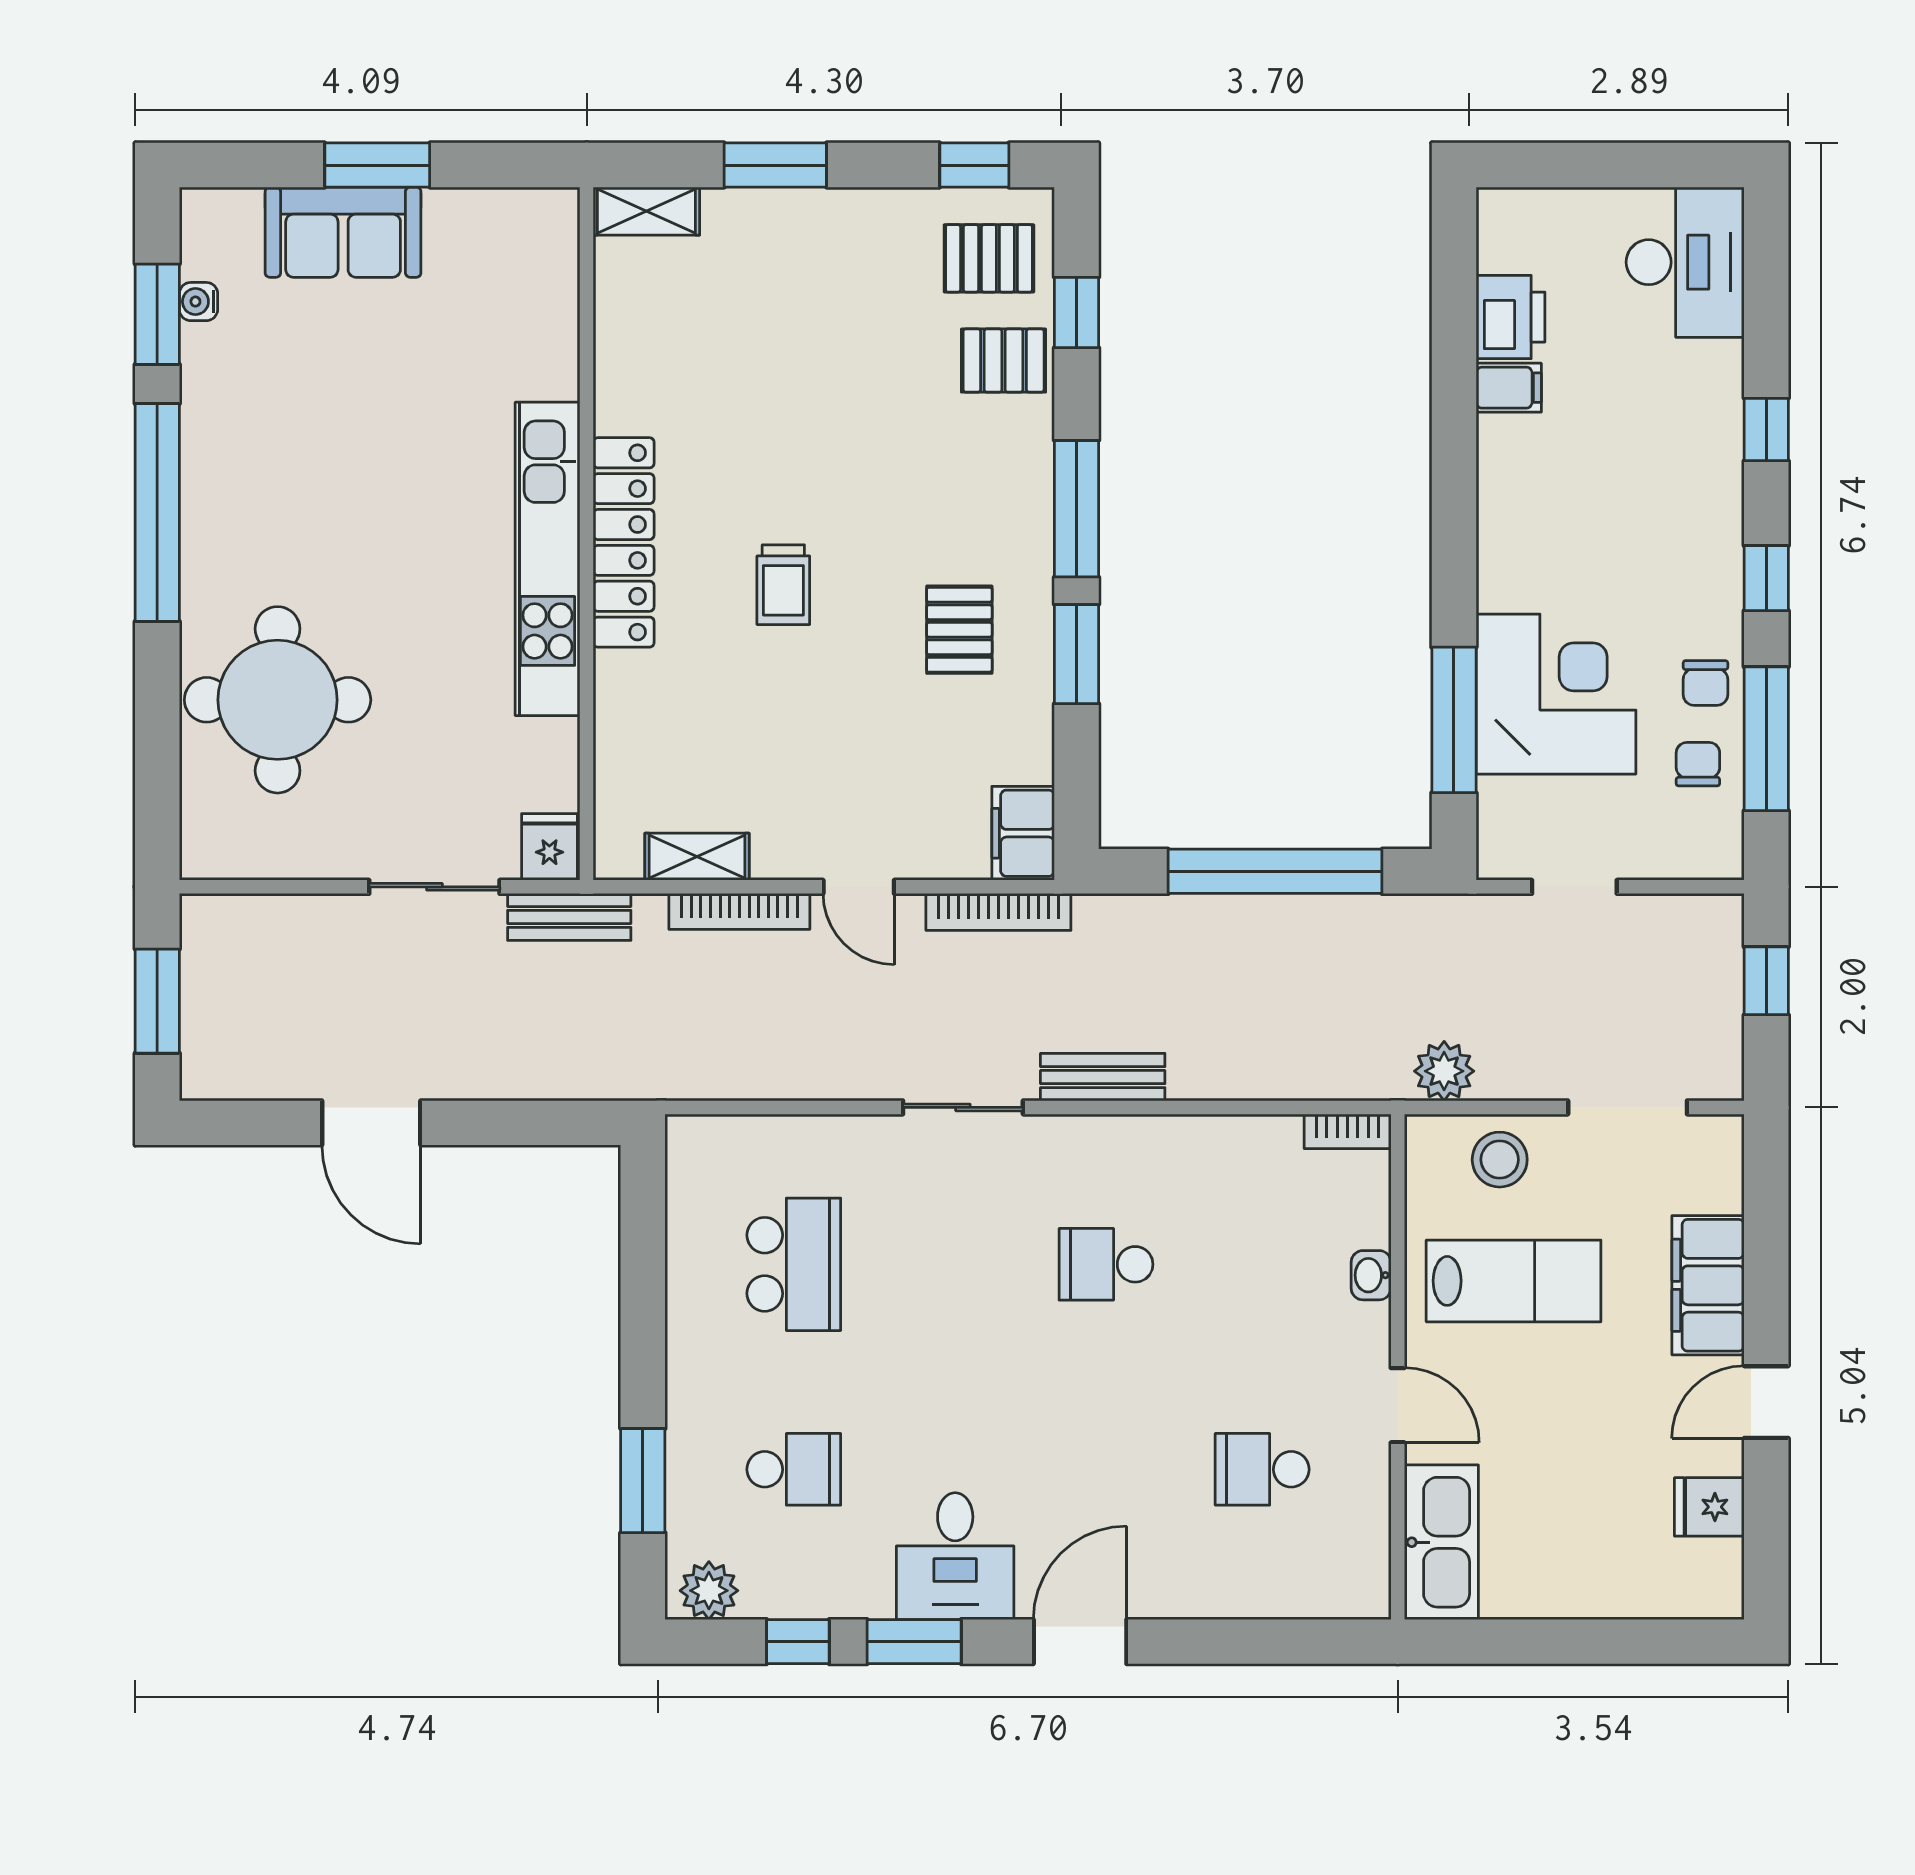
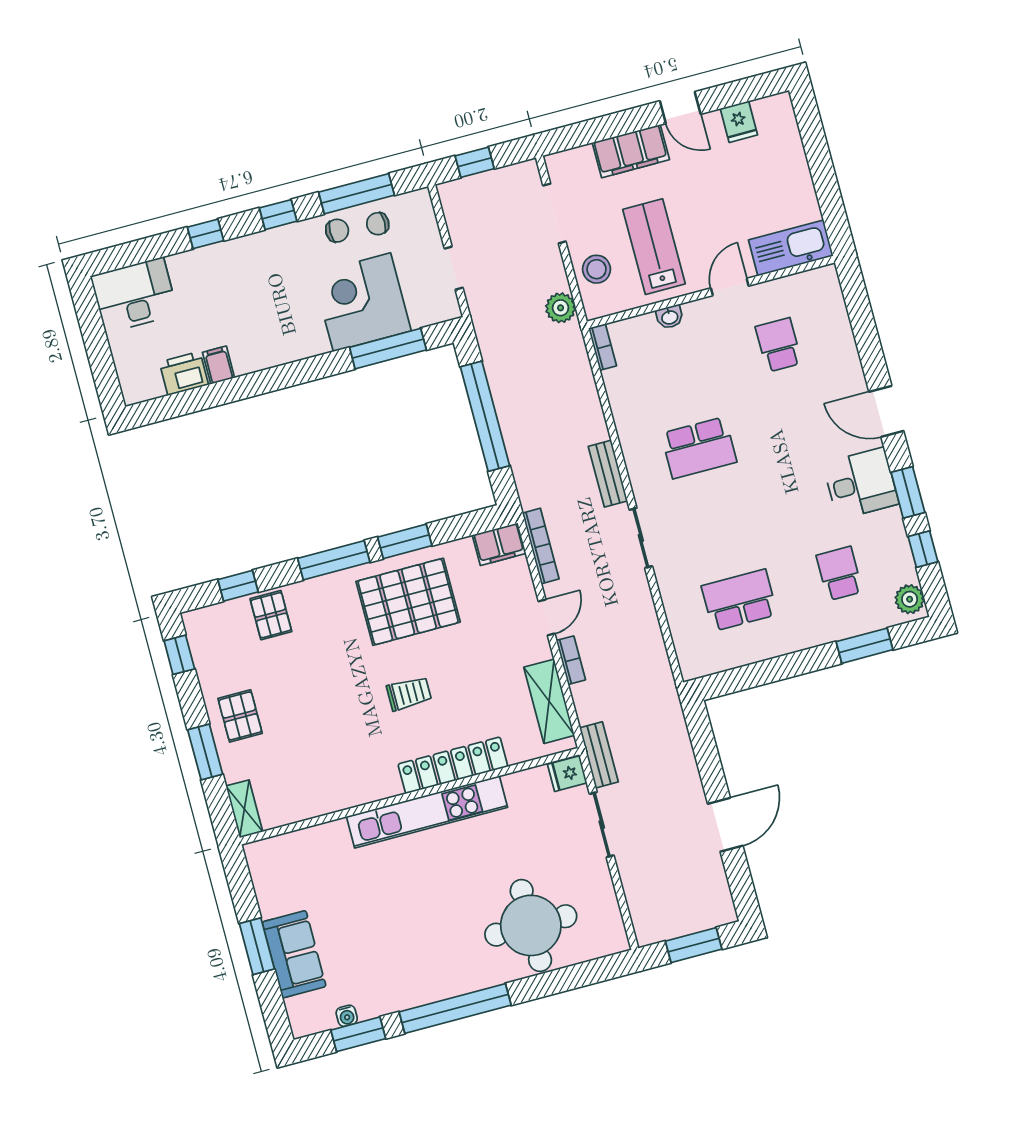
pallet: (989, 258) -> (240, 716), moved
locker: (624, 542) -> (453, 765), moved
pallet: (959, 630) -> (408, 602), width x2.05, depth x2.00
shelving: (697, 857) -> (549, 701), width x1.50, depth x1.33
bookcase: (739, 911) -> (571, 660), width x0.64
school desk: (1106, 1264) -> (699, 448), width x1.85
school desk: (1262, 1469) -> (779, 345), turned 180

